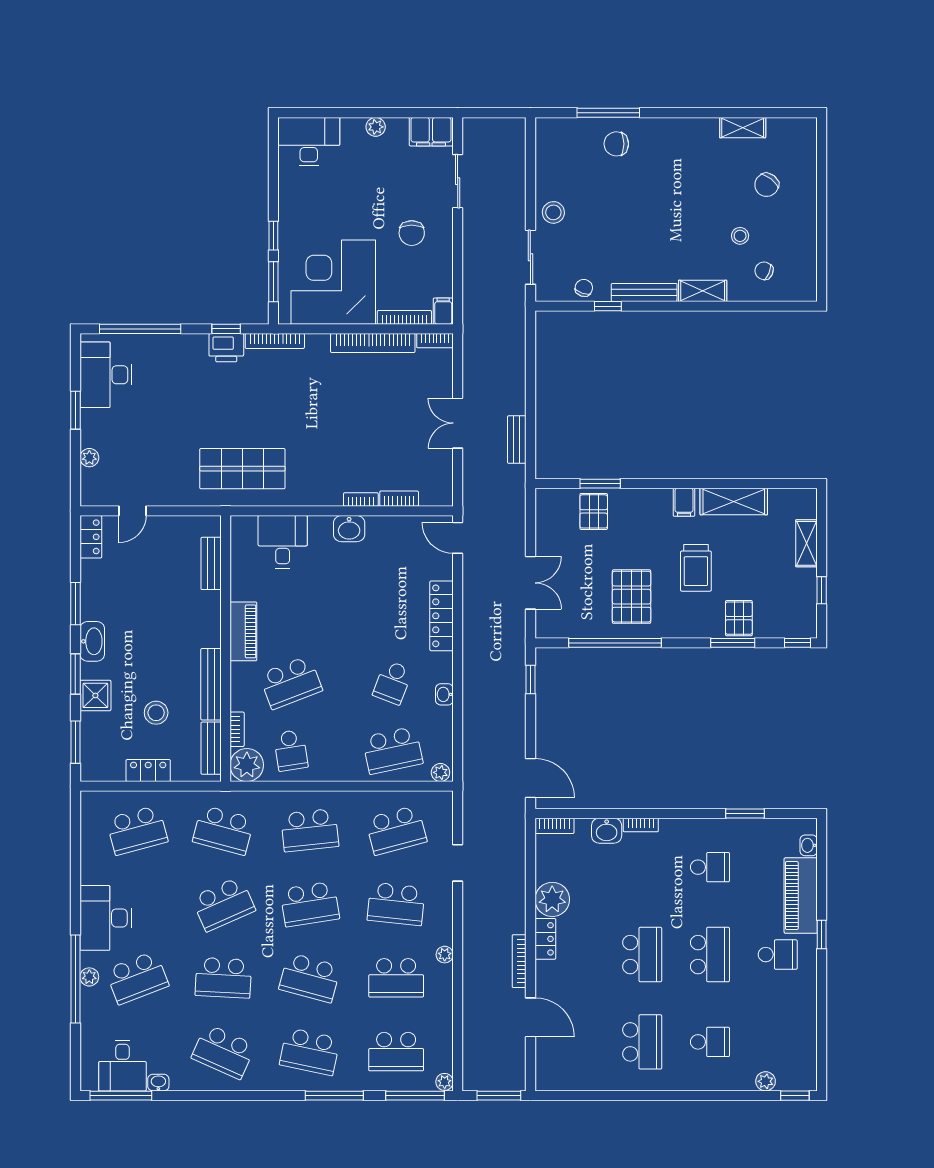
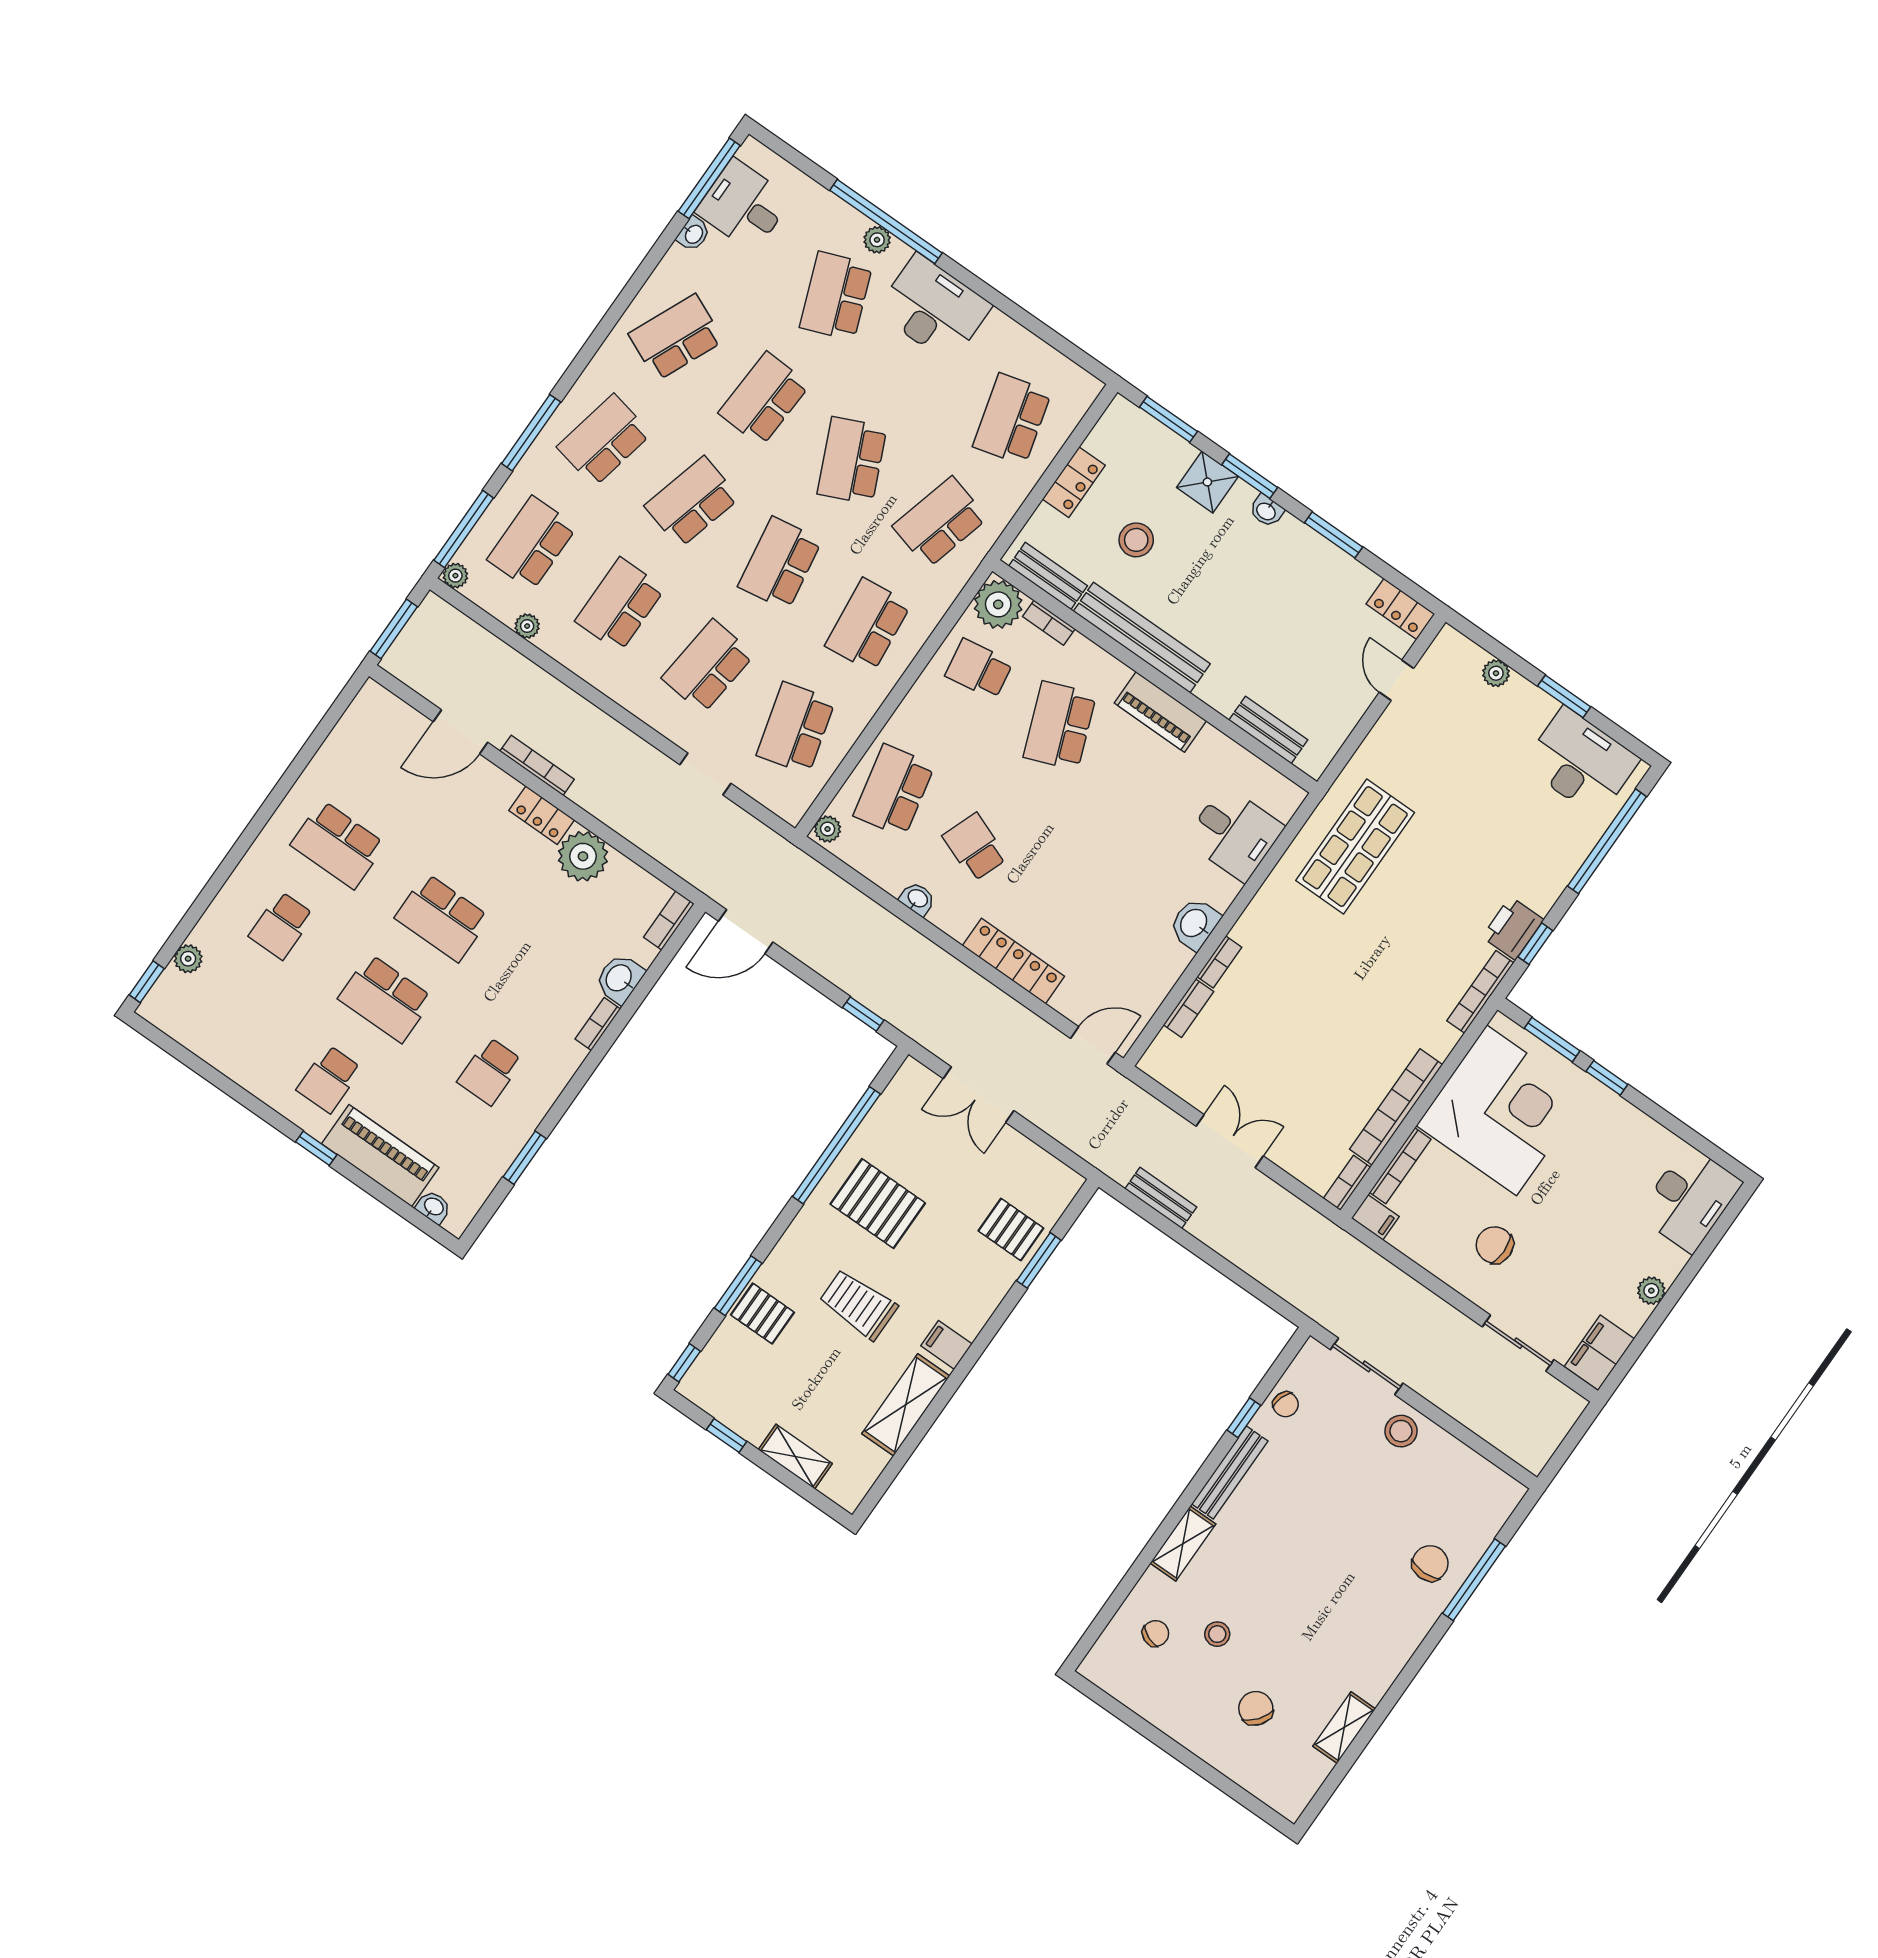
washbasin: (92, 641) -> (1266, 511), width x0.52, depth x0.69
bench: (211, 684) -> (1142, 638), width x1.37, depth x1.21
plant: (445, 955) -> (527, 626), moved

